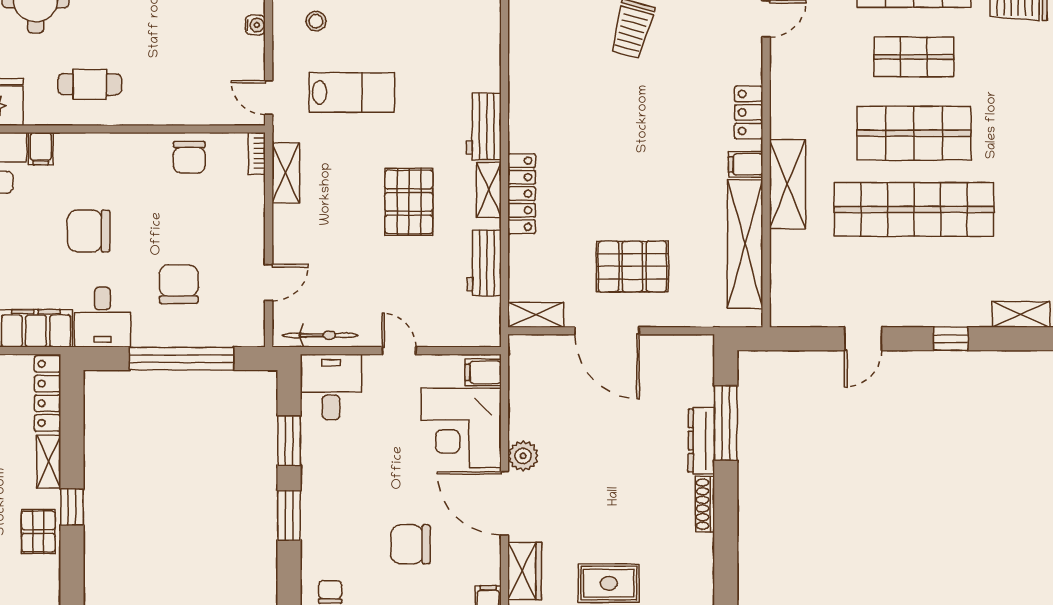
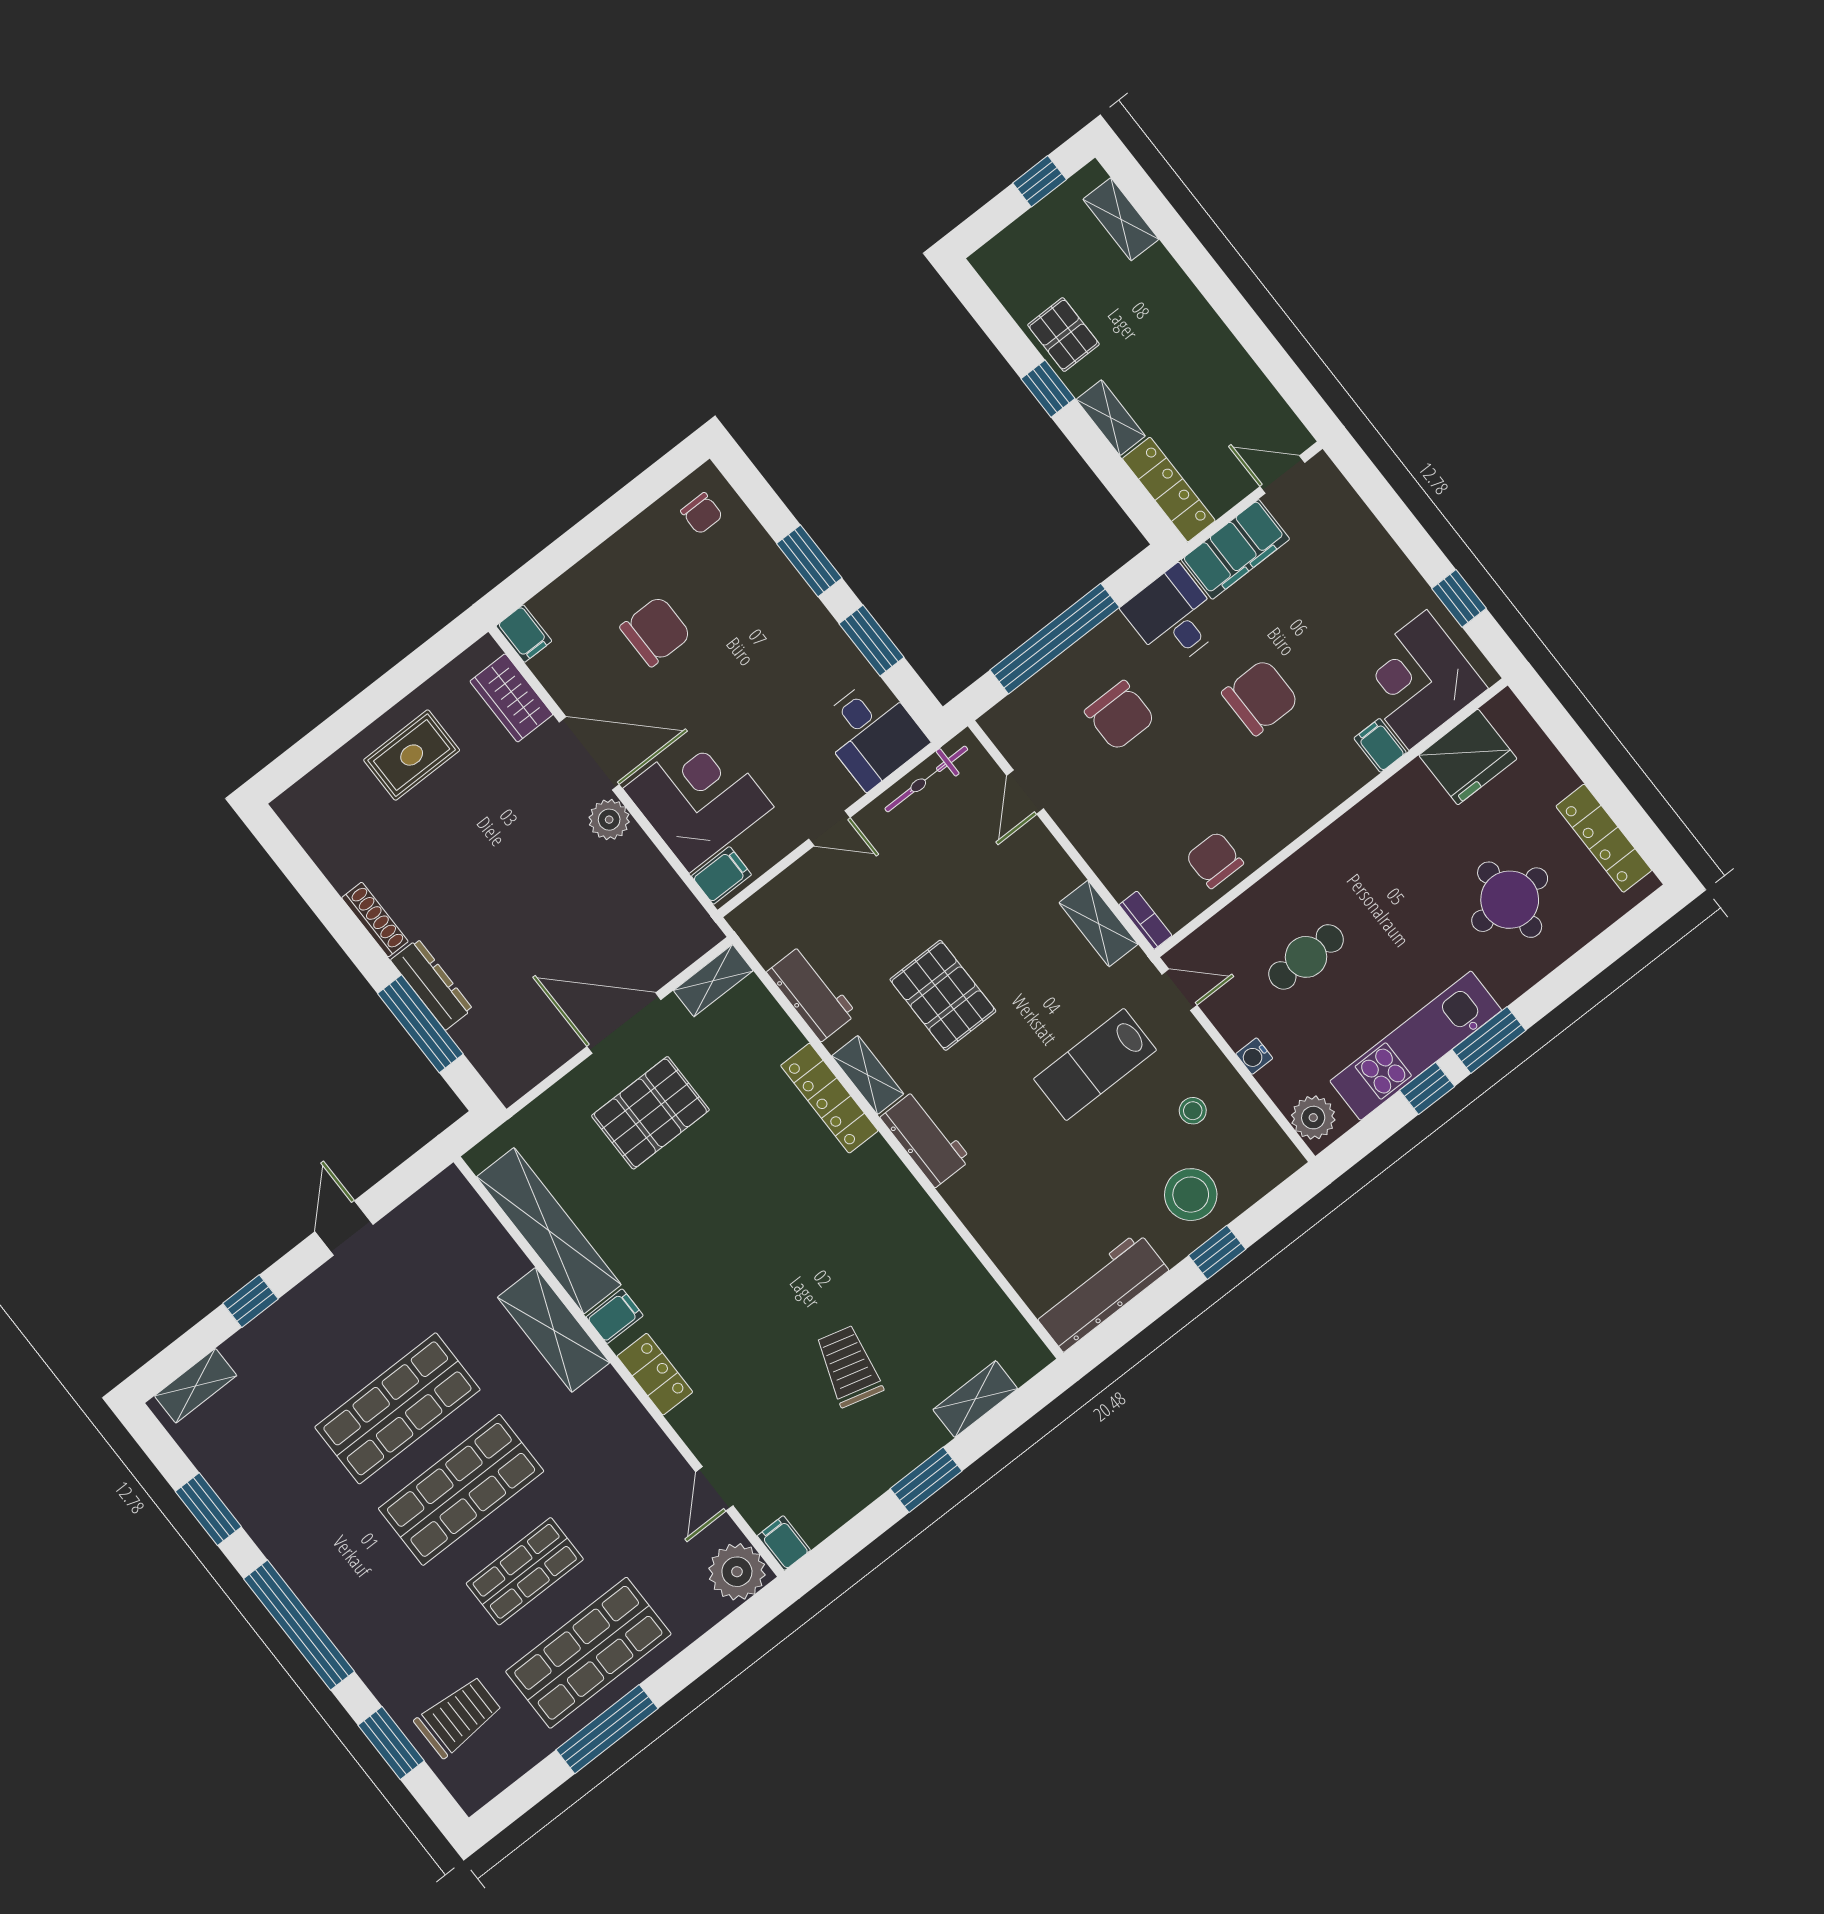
cafe table: (90, 84) -> (1306, 957), moved
shop shelf: (914, 210) -> (397, 1408), width x0.71

